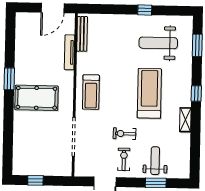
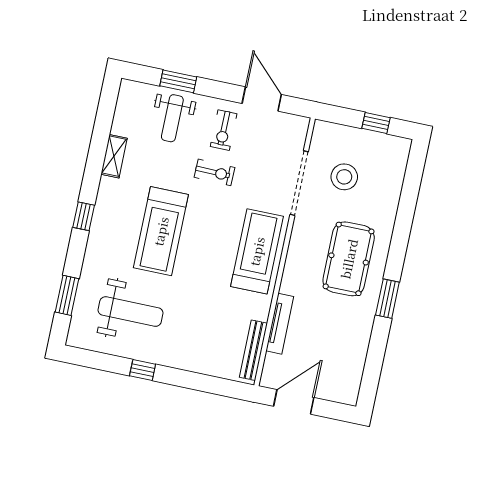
treadmill: (91, 92) -> (257, 251), width x1.37, depth x1.38
pool table: (36, 98) -> (349, 259), turned 90
shelving: (185, 120) -> (114, 156), moved
stool: (48, 145) -> (344, 177), added

